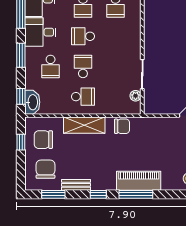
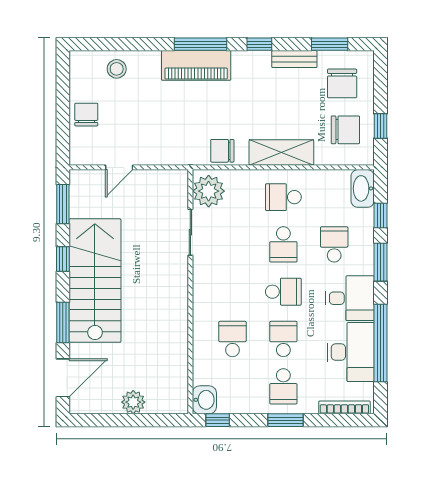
window: (21, 96) -> (380, 215), moved
plant: (136, 96) -> (209, 191), width x1.88, depth x1.88

